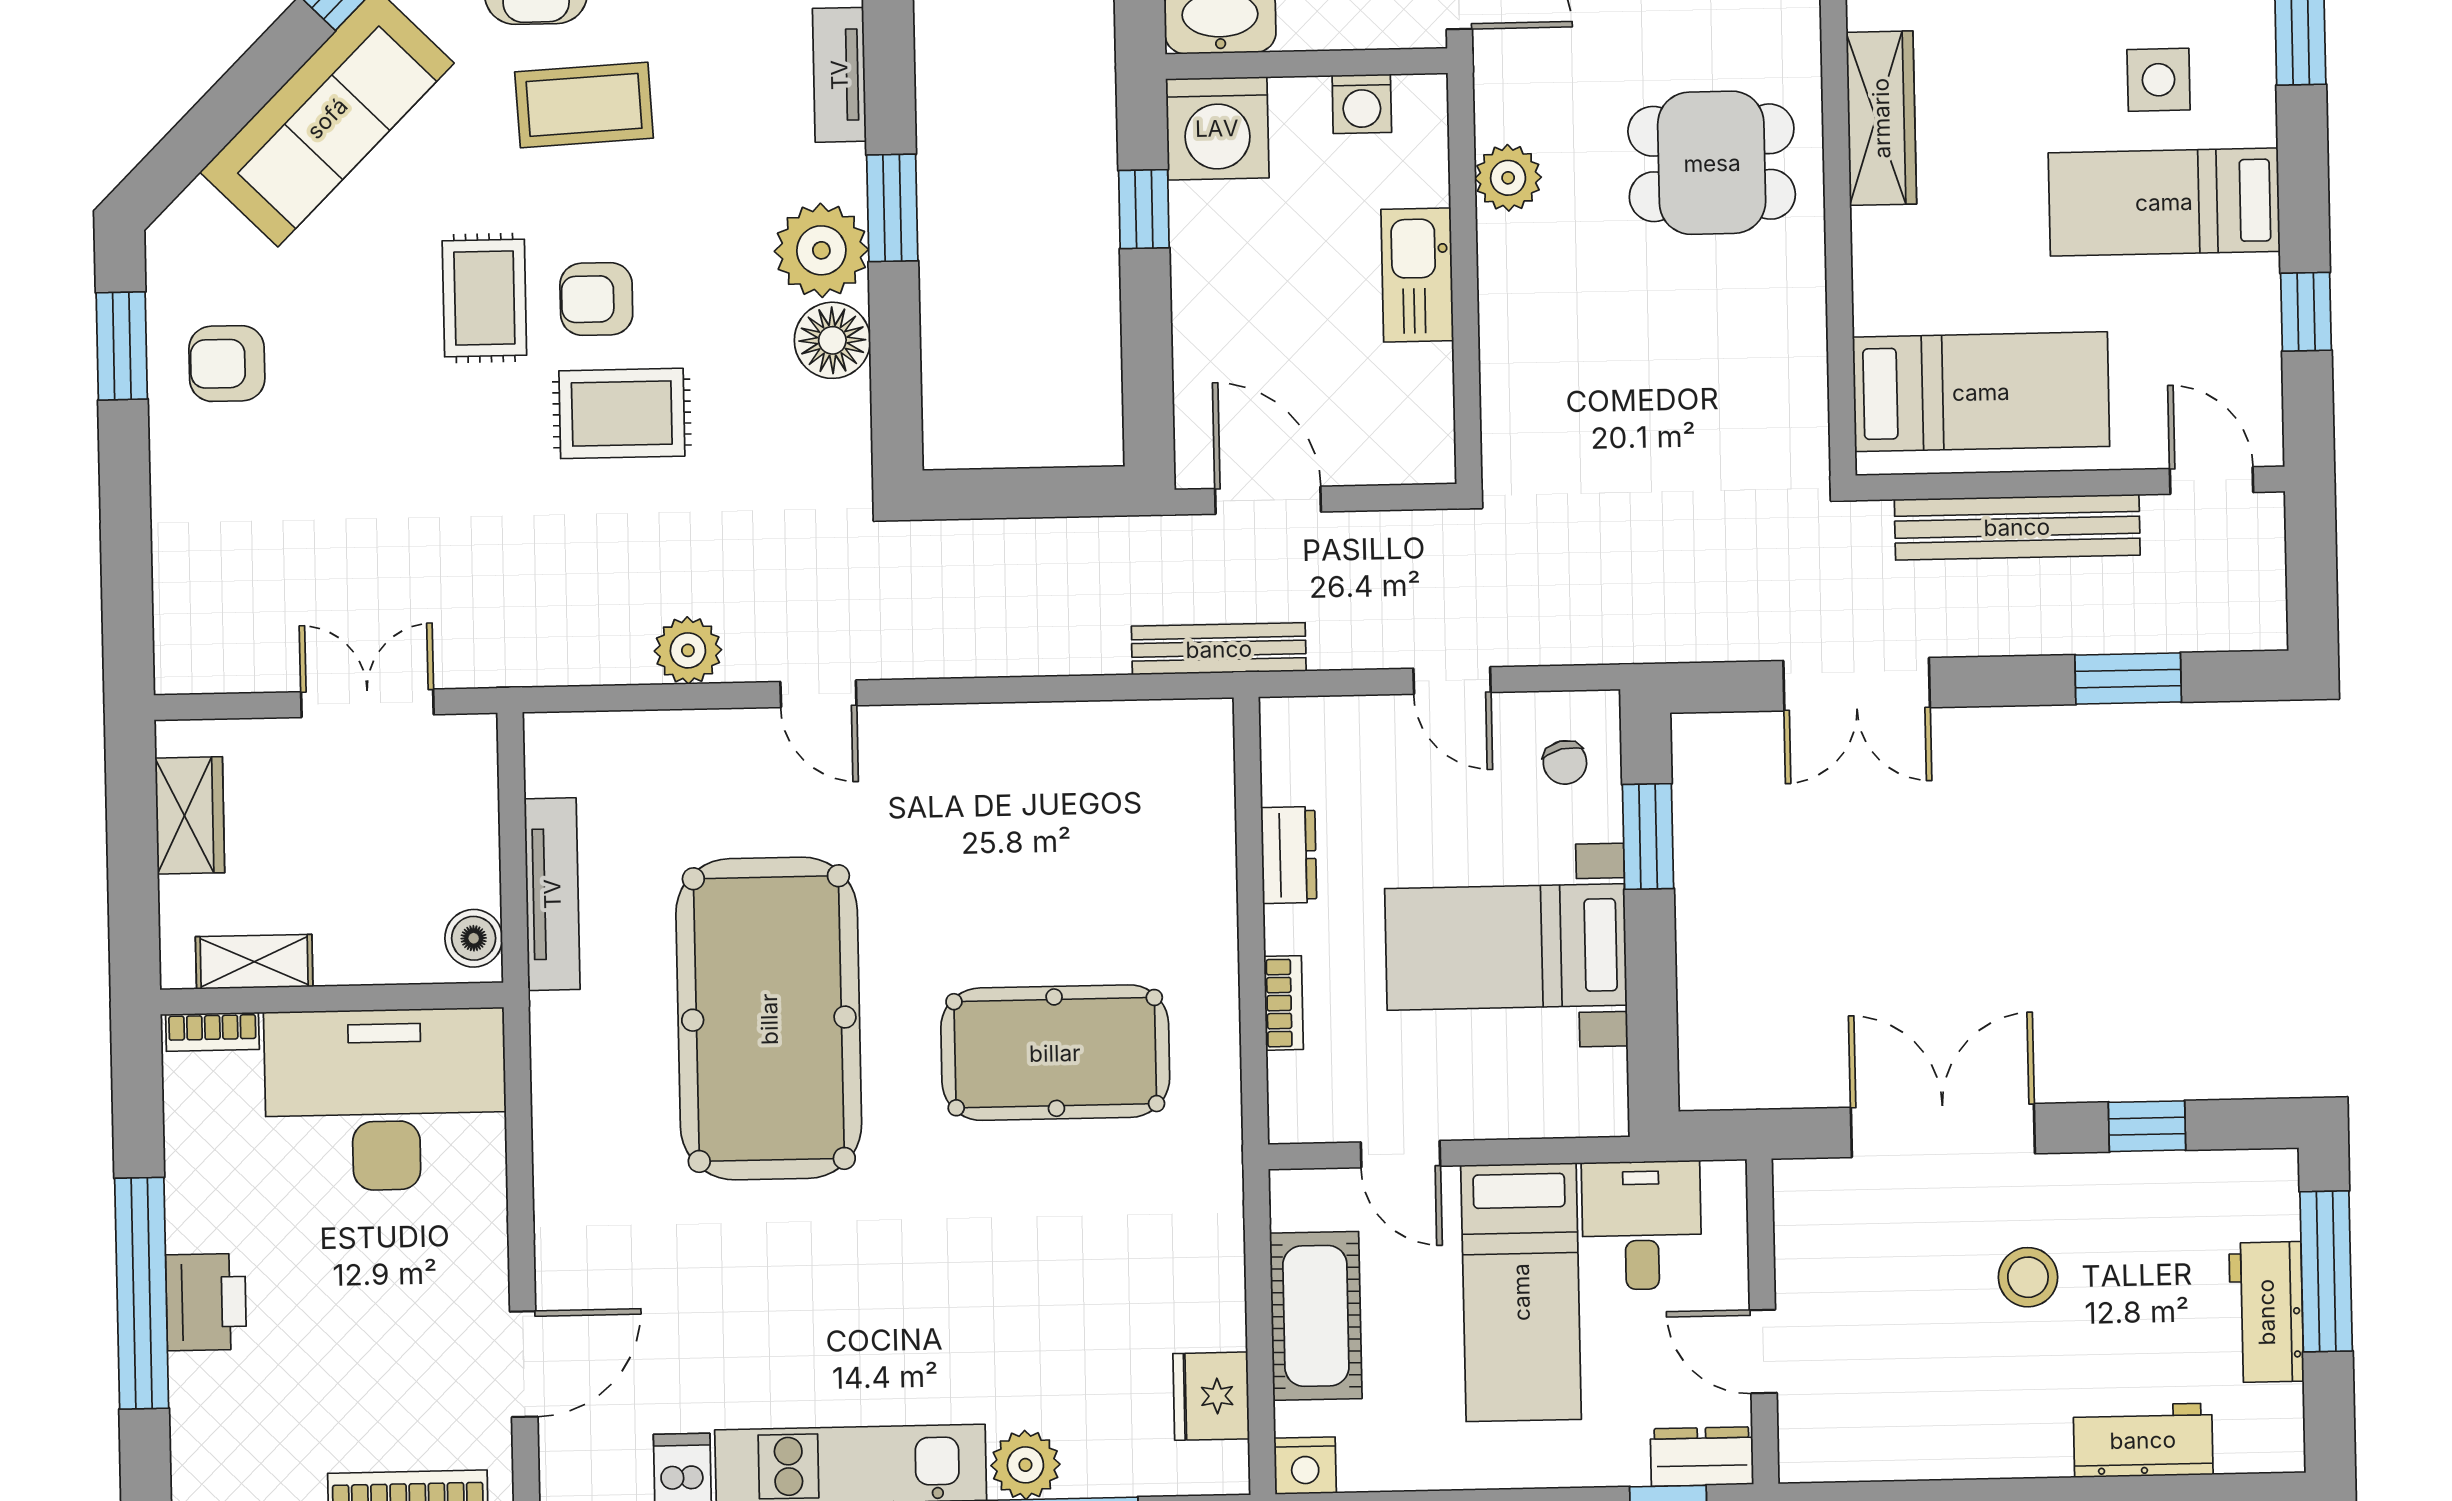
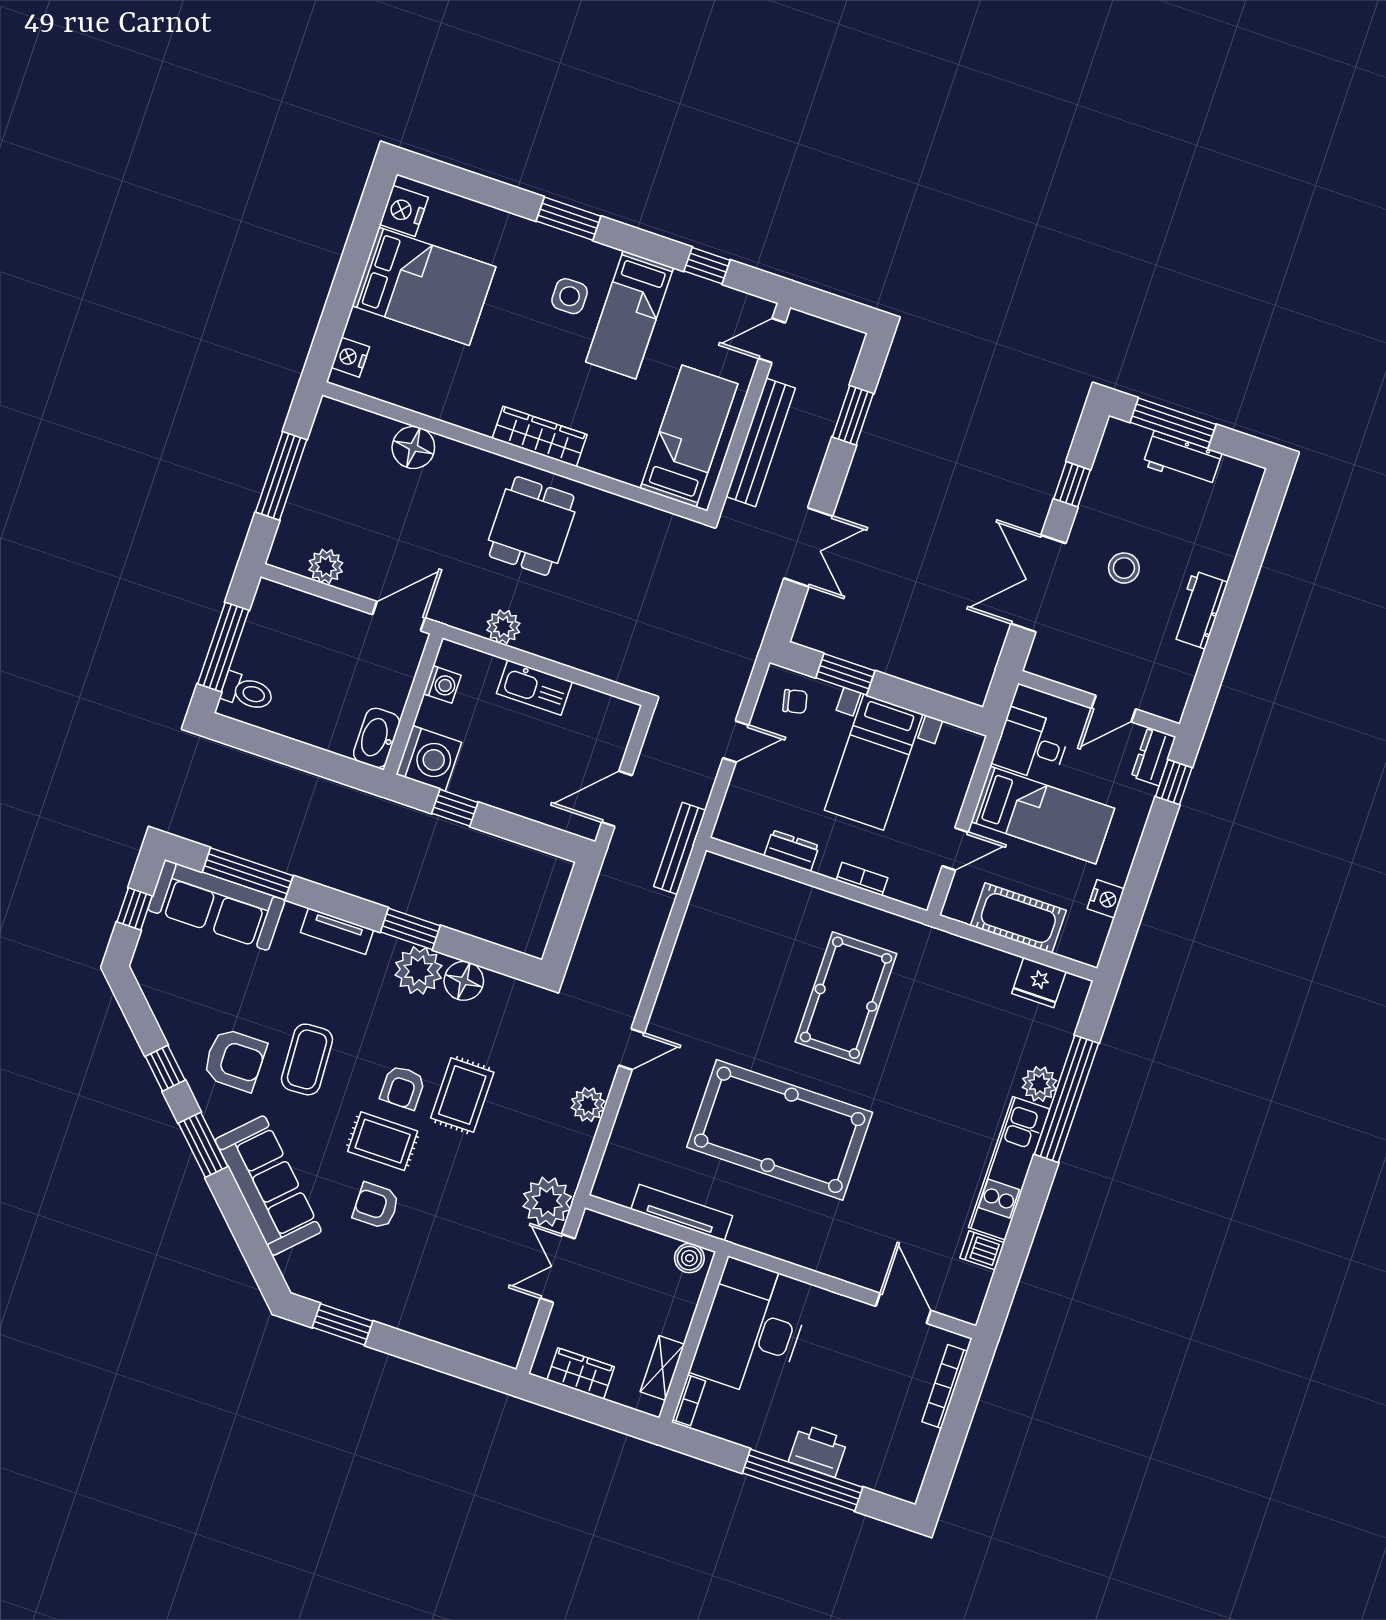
armchair: (227, 364) -> (376, 1206), moved, turned 90
plant: (483, 640) -> (547, 1202), added
workbench: (2143, 1440) -> (1199, 610), moved
nightstand: (1305, 1466) -> (1106, 899), moved

